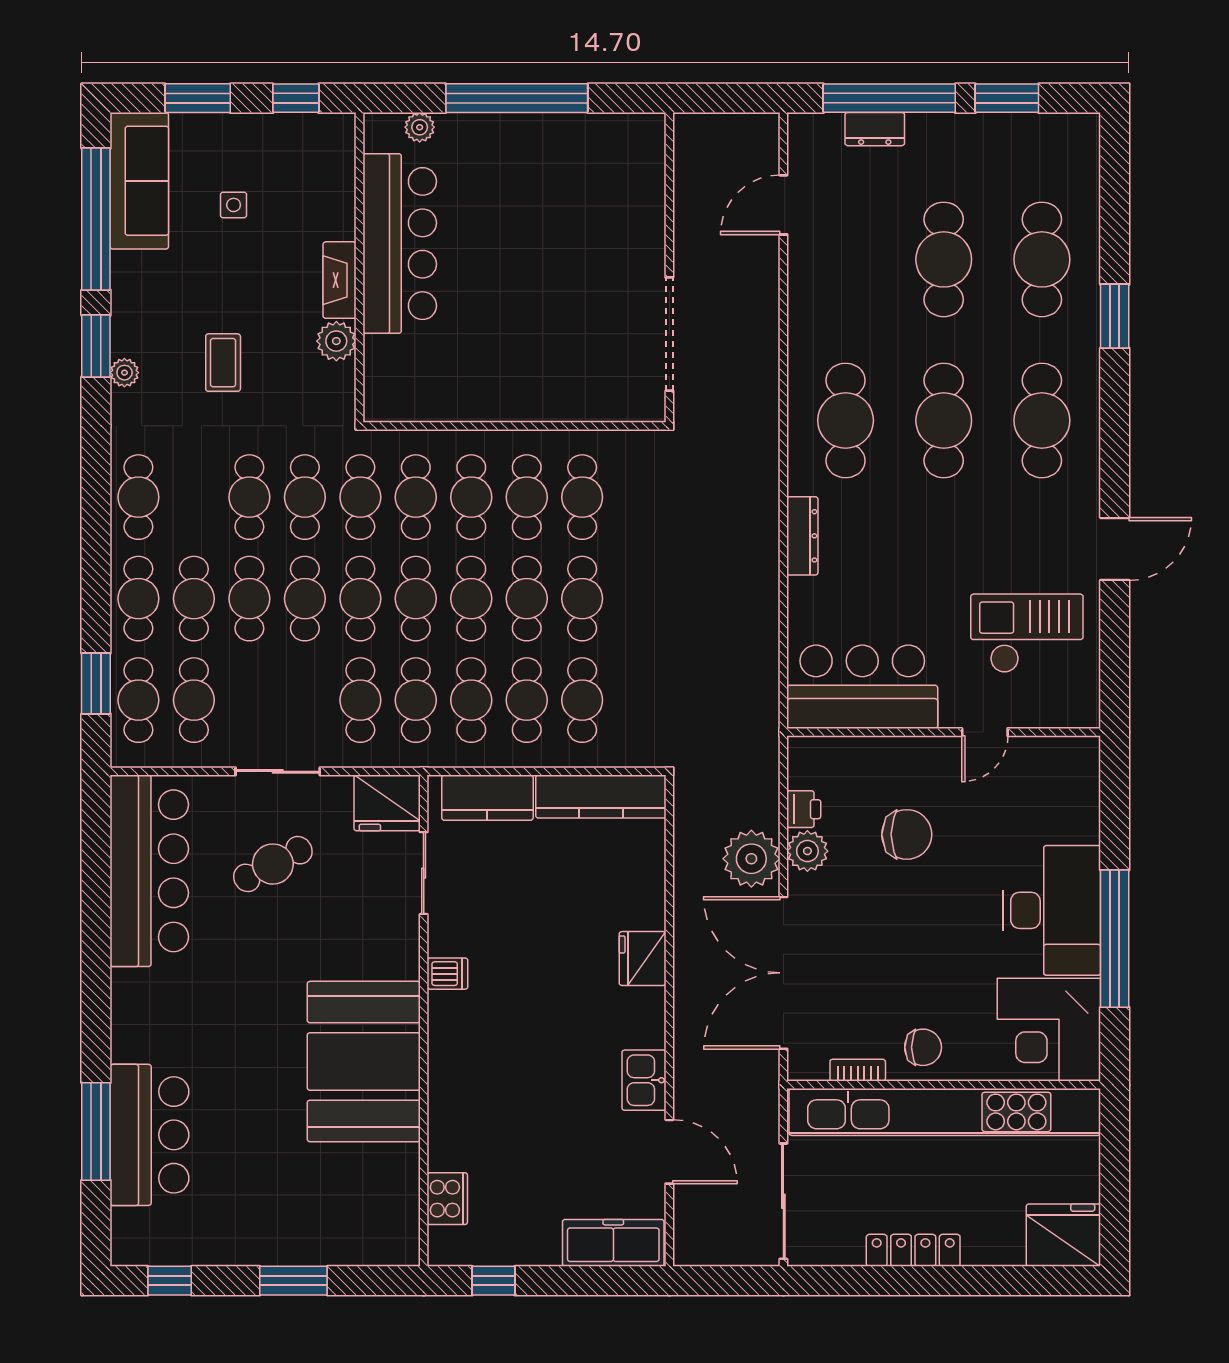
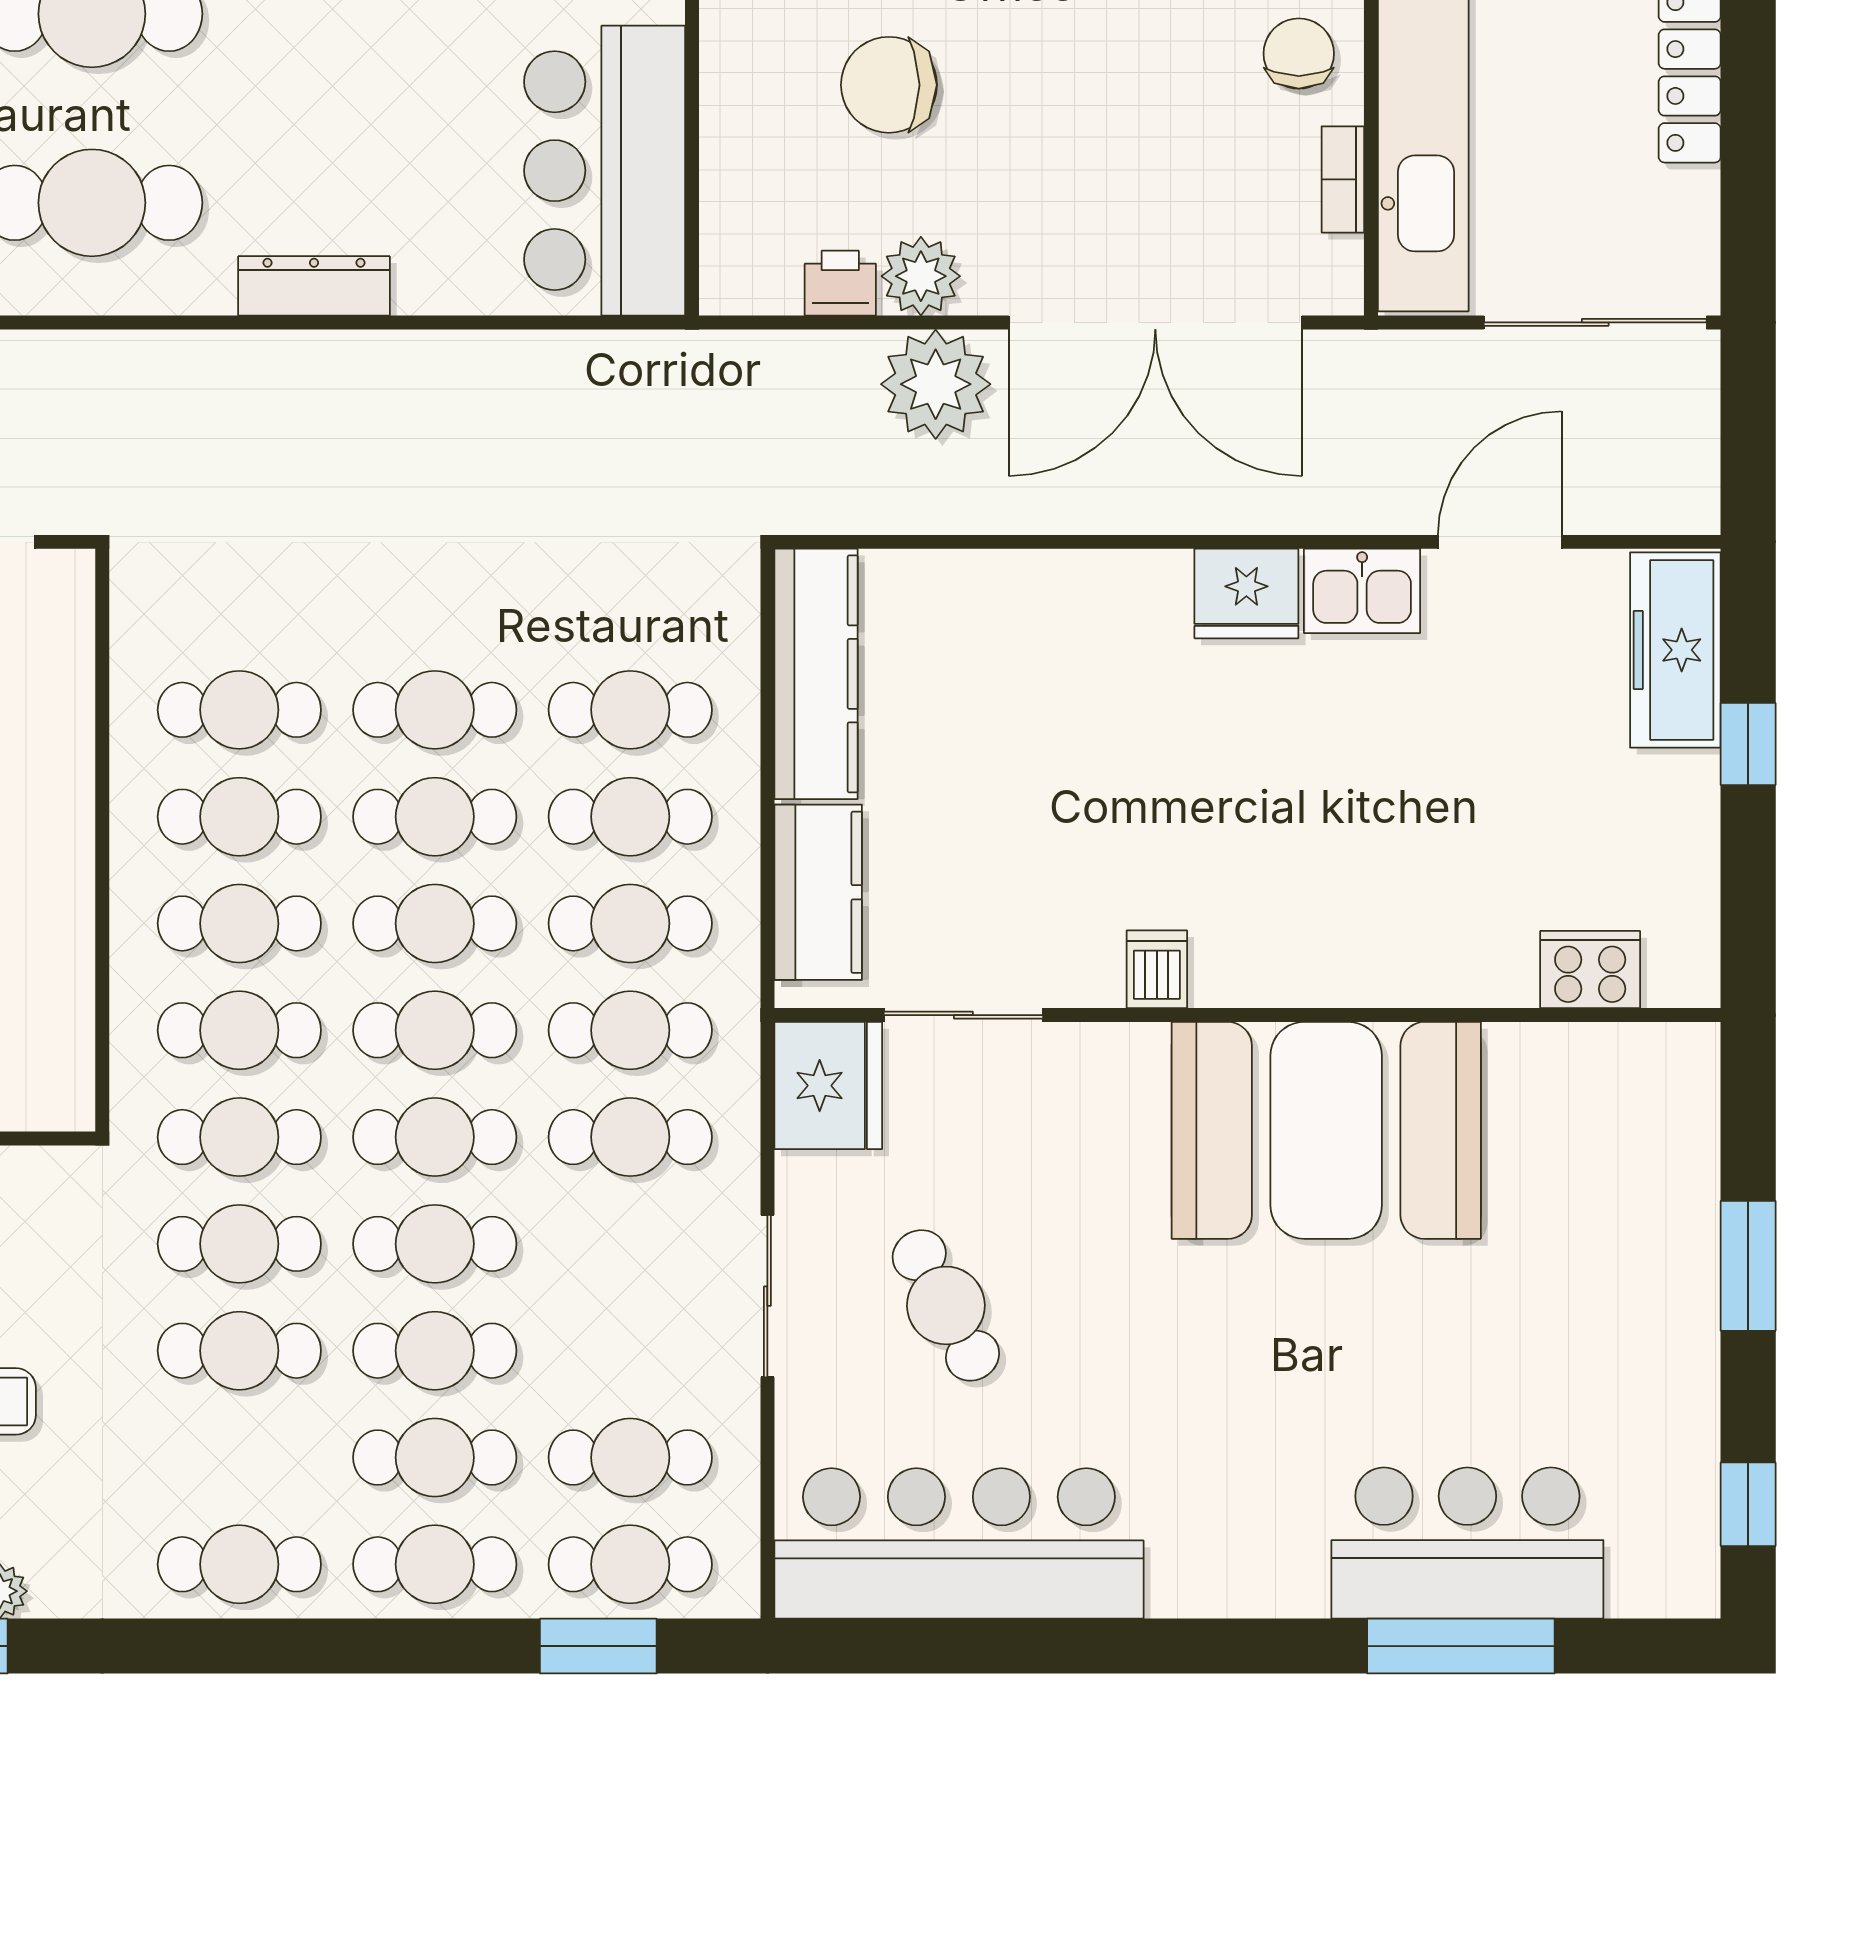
chair: (907, 834) -> (889, 85), turned -90
fridge: (643, 958) -> (1246, 594), moved
window: (493, 1281) -> (1748, 744), moved

